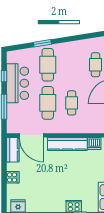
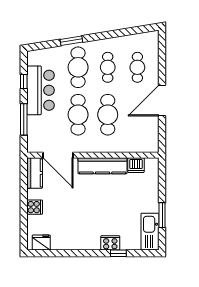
cafe table: (72, 65) -> (108, 67), added
cafe table: (72, 103) -> (108, 115), width x1.37, depth x1.35

